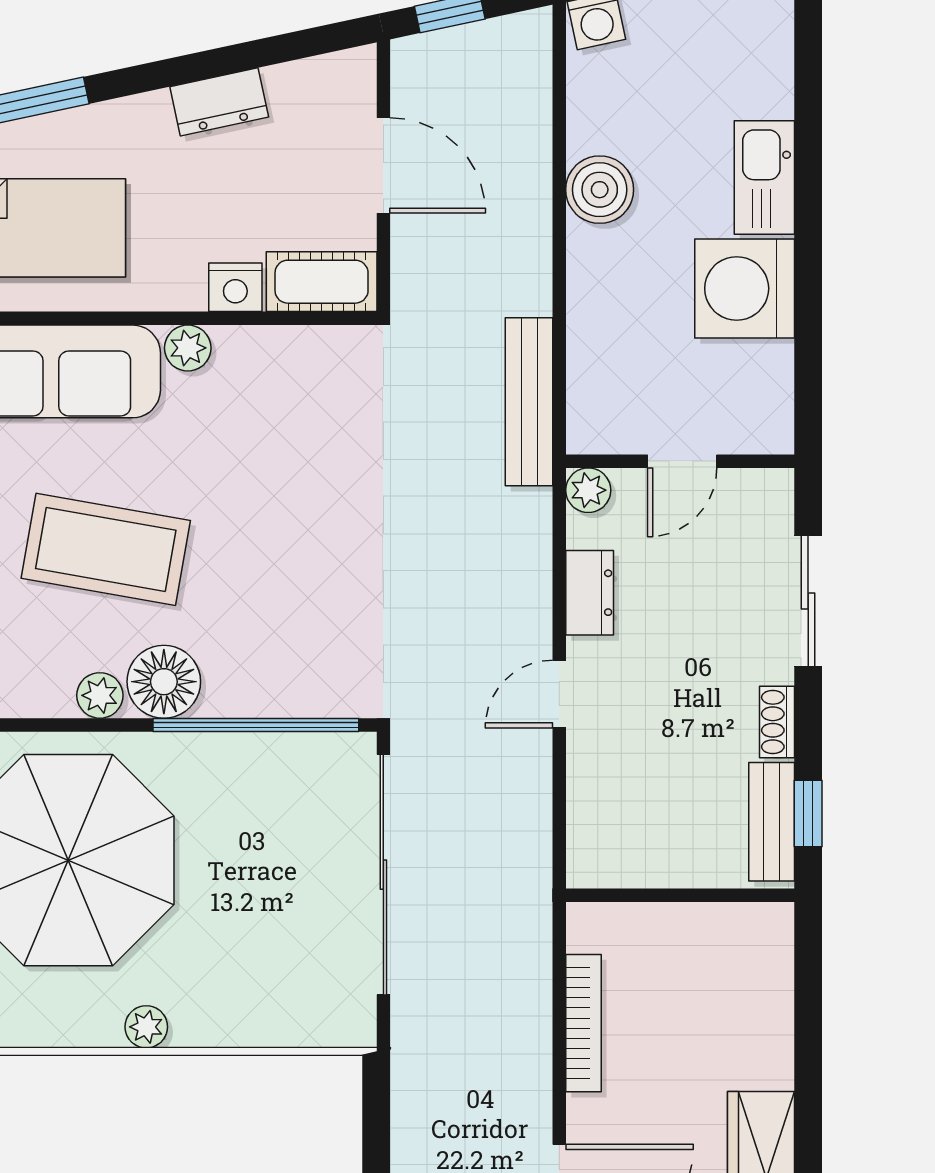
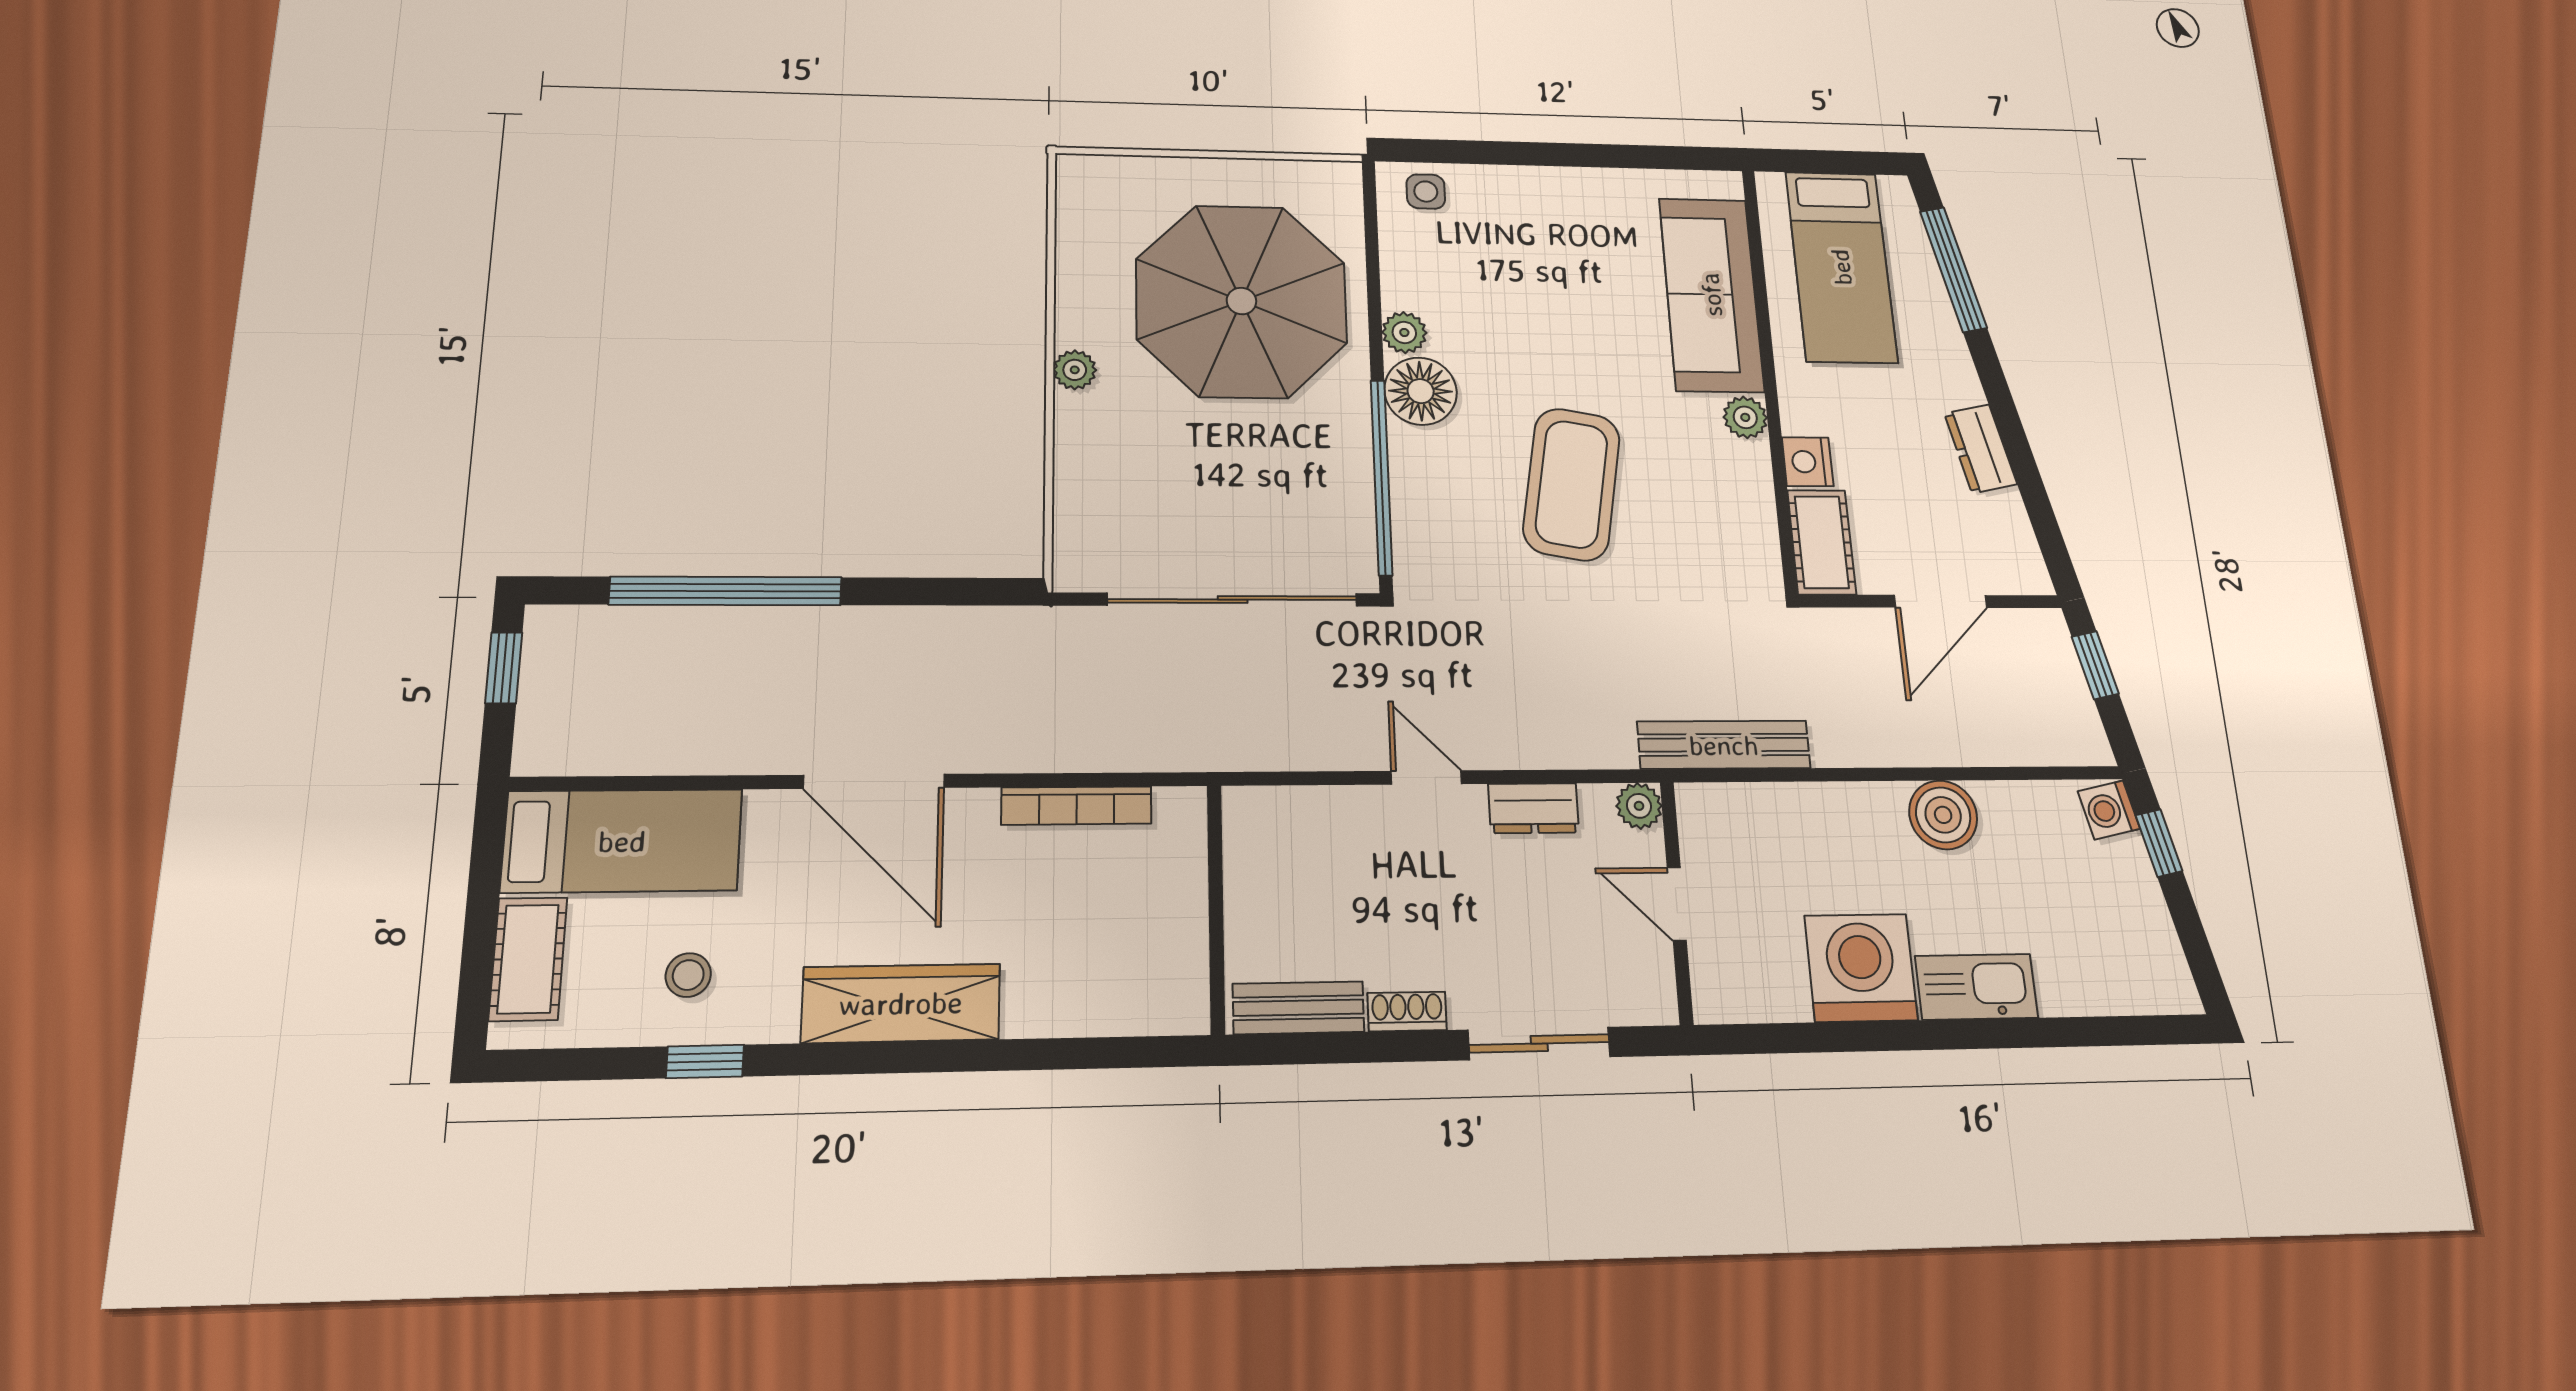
coffee table: (106, 549) -> (1572, 484), moved
window: (808, 814) -> (1309, 1048), removed

